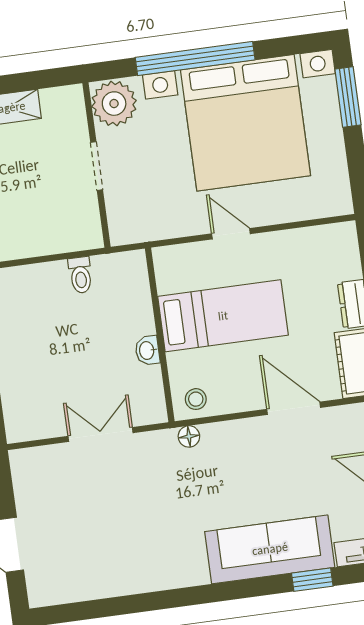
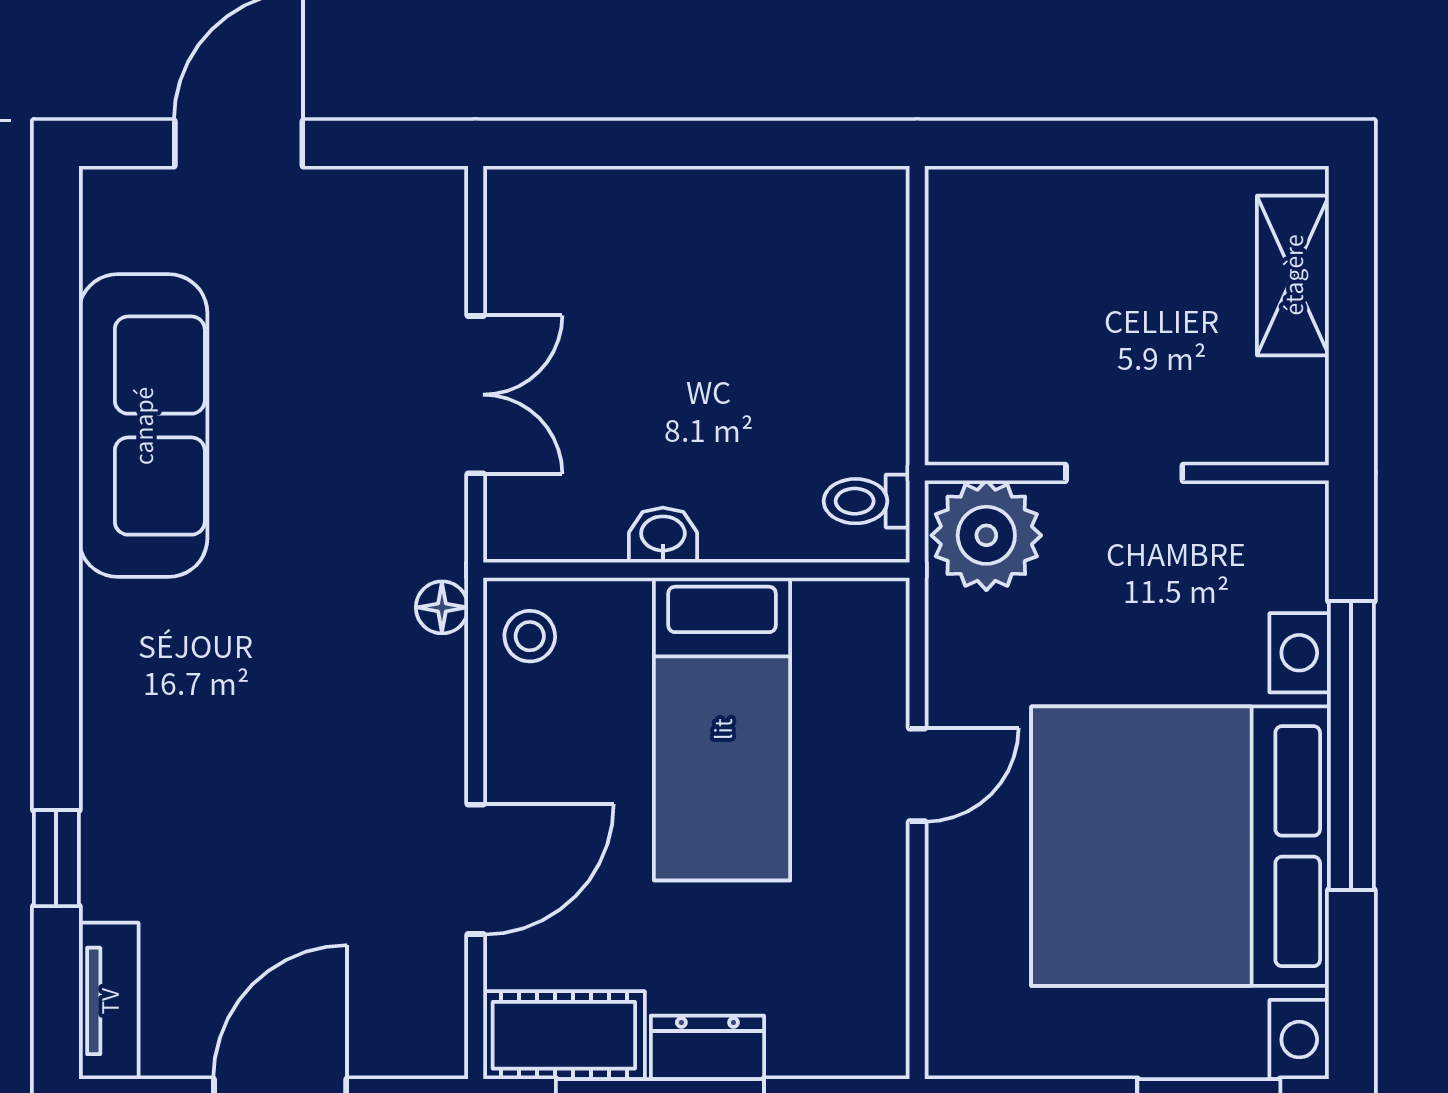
plant: (114, 104) -> (986, 535), moved
toilet: (80, 275) -> (867, 501), moved
sofa: (270, 549) -> (143, 426), moved

